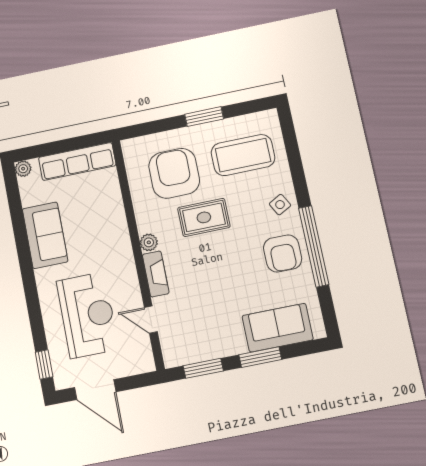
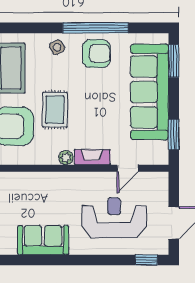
sofa: (278, 328) -> (150, 92), width x1.85, depth x1.27
window: (260, 357) -> (174, 61), moved

